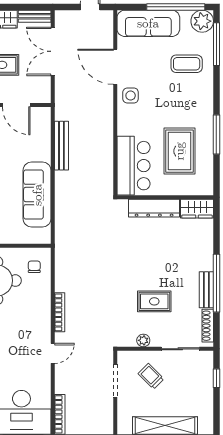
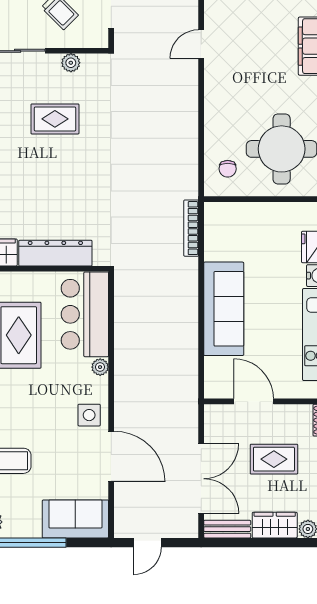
sofa: (148, 23) -> (75, 519), width x0.73
plant: (123, 129) -> (100, 367), added
bench: (61, 146) -> (189, 343), removed
sofa: (37, 195) -> (224, 309), moved
bookcase: (60, 312) -> (191, 228), moved

